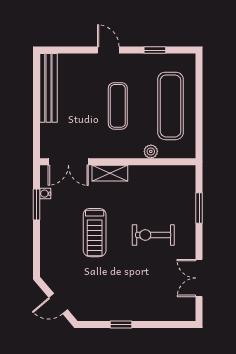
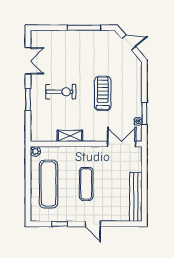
plant: (151, 151) -> (35, 151), moved
shelving: (110, 173) -> (70, 136), moved
window: (199, 208) -> (28, 99), moved
window: (121, 324) -> (84, 28), width x2.17

